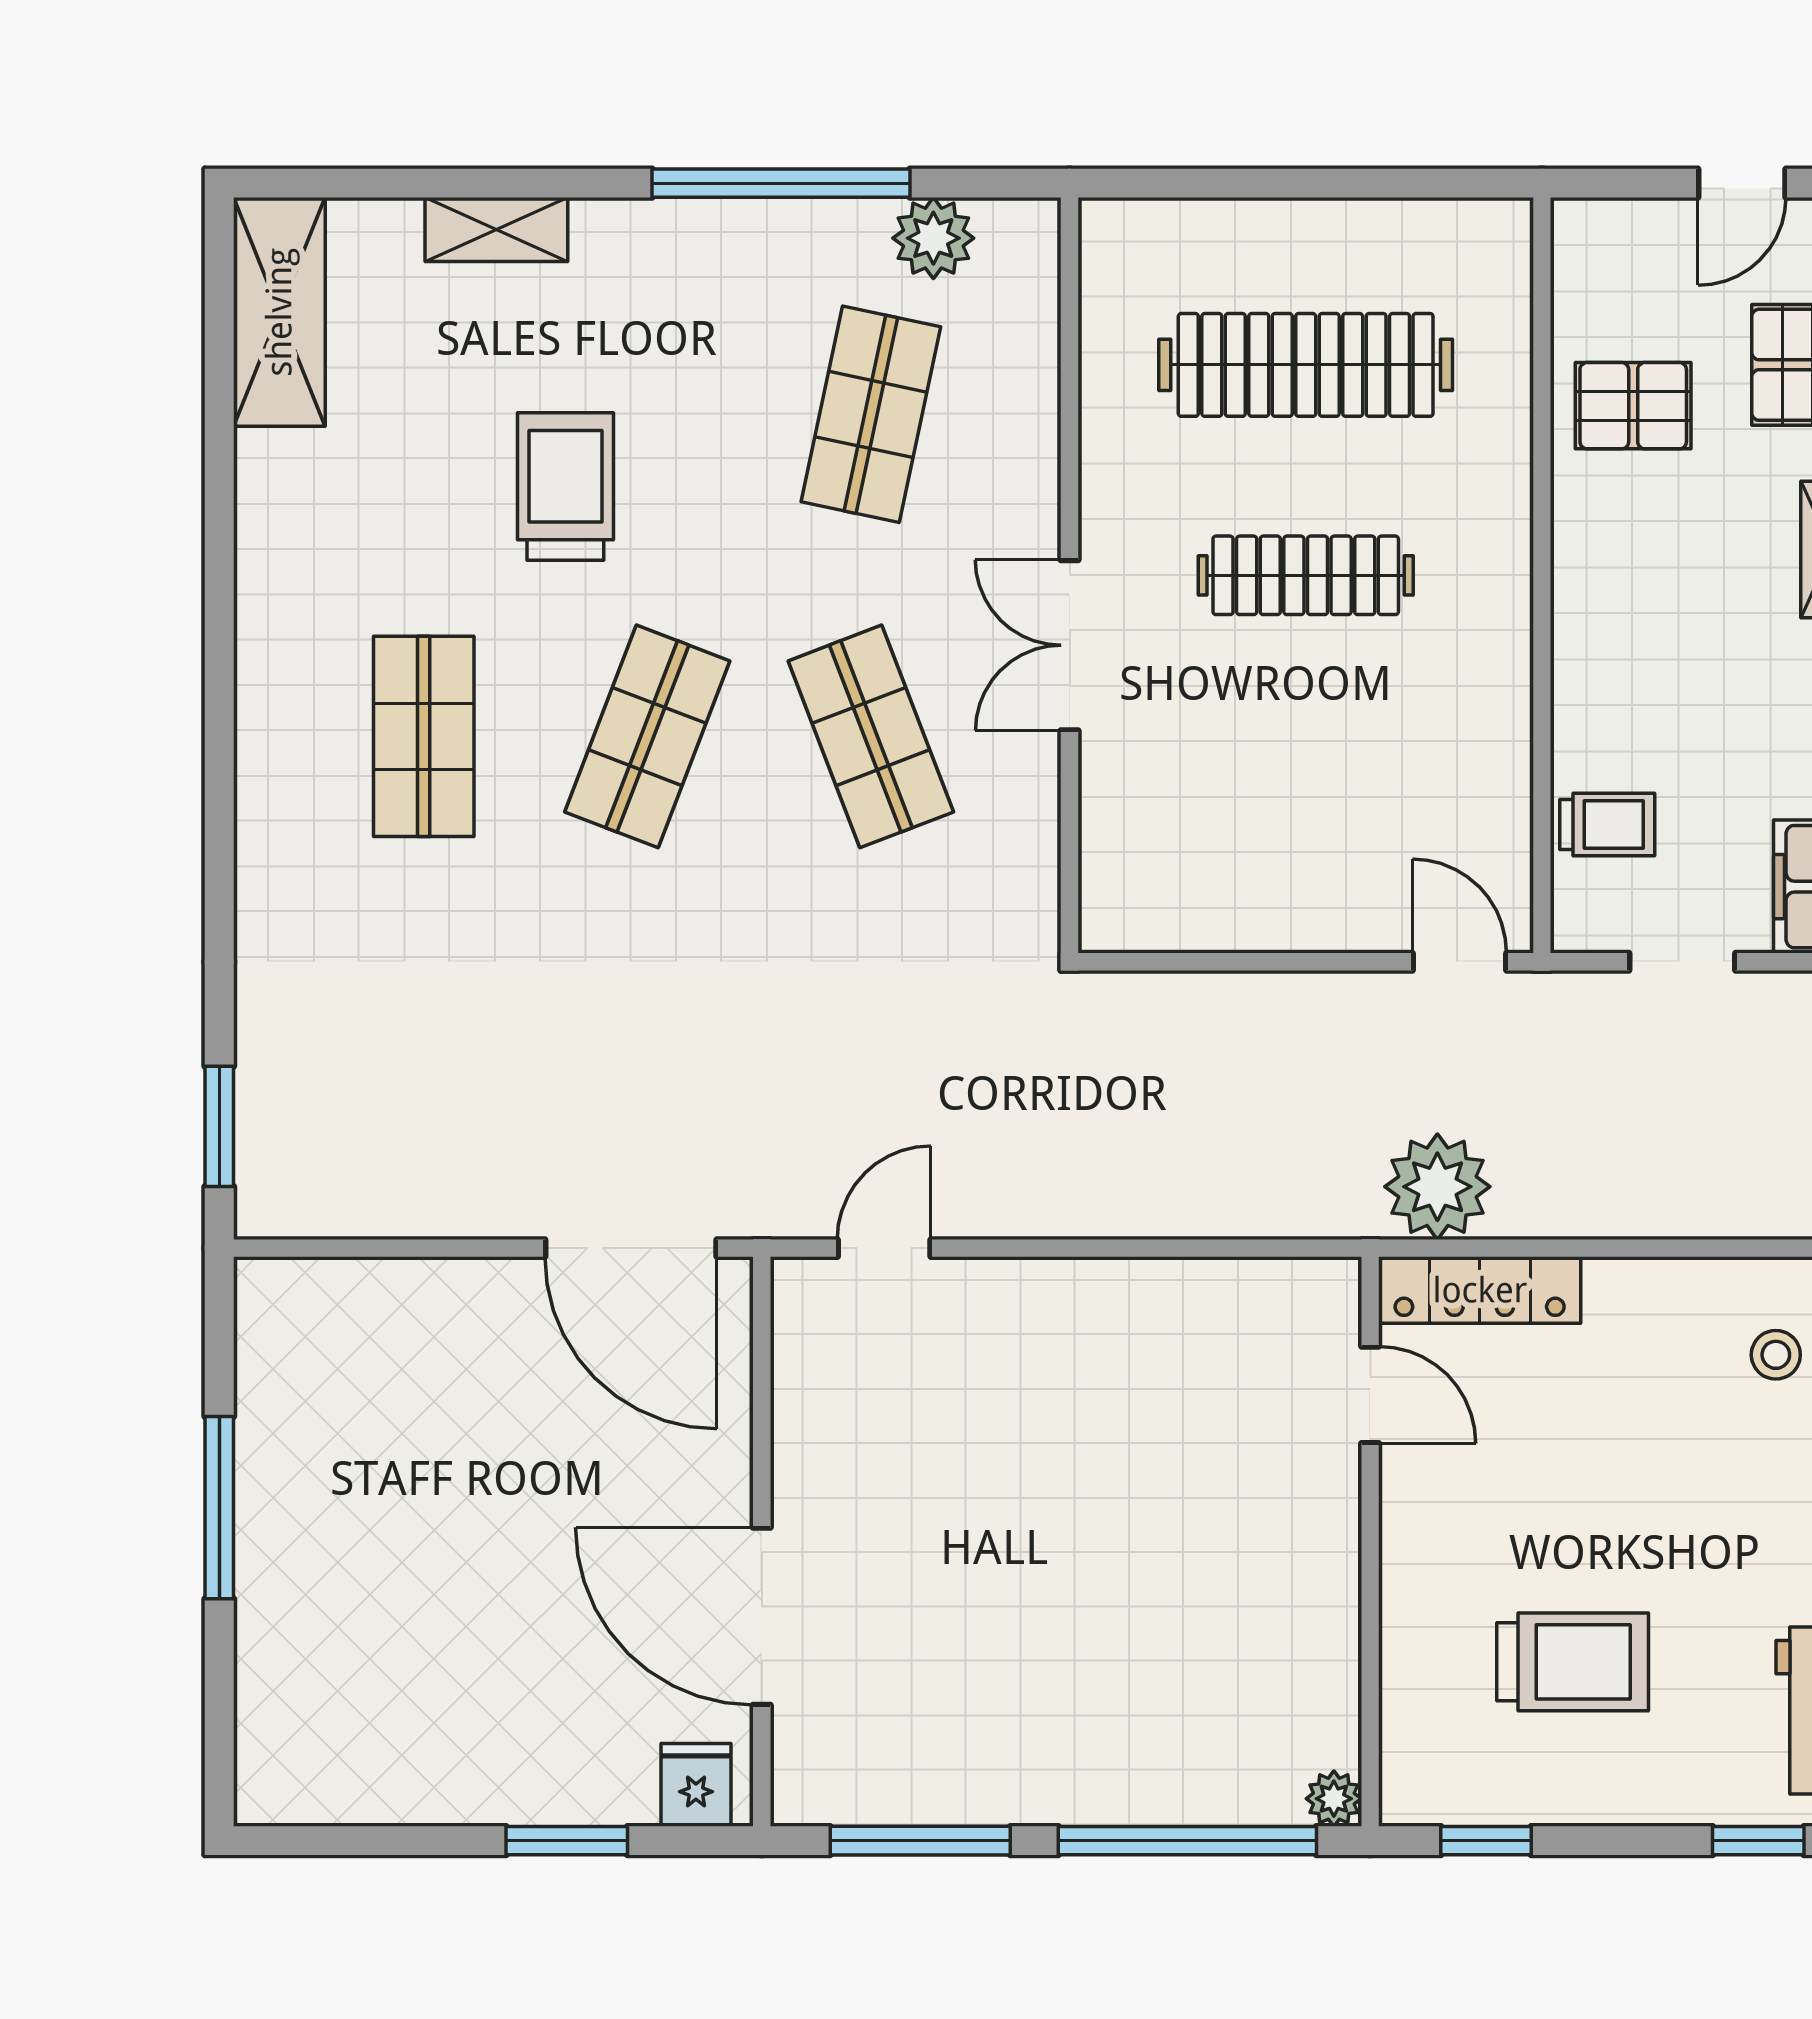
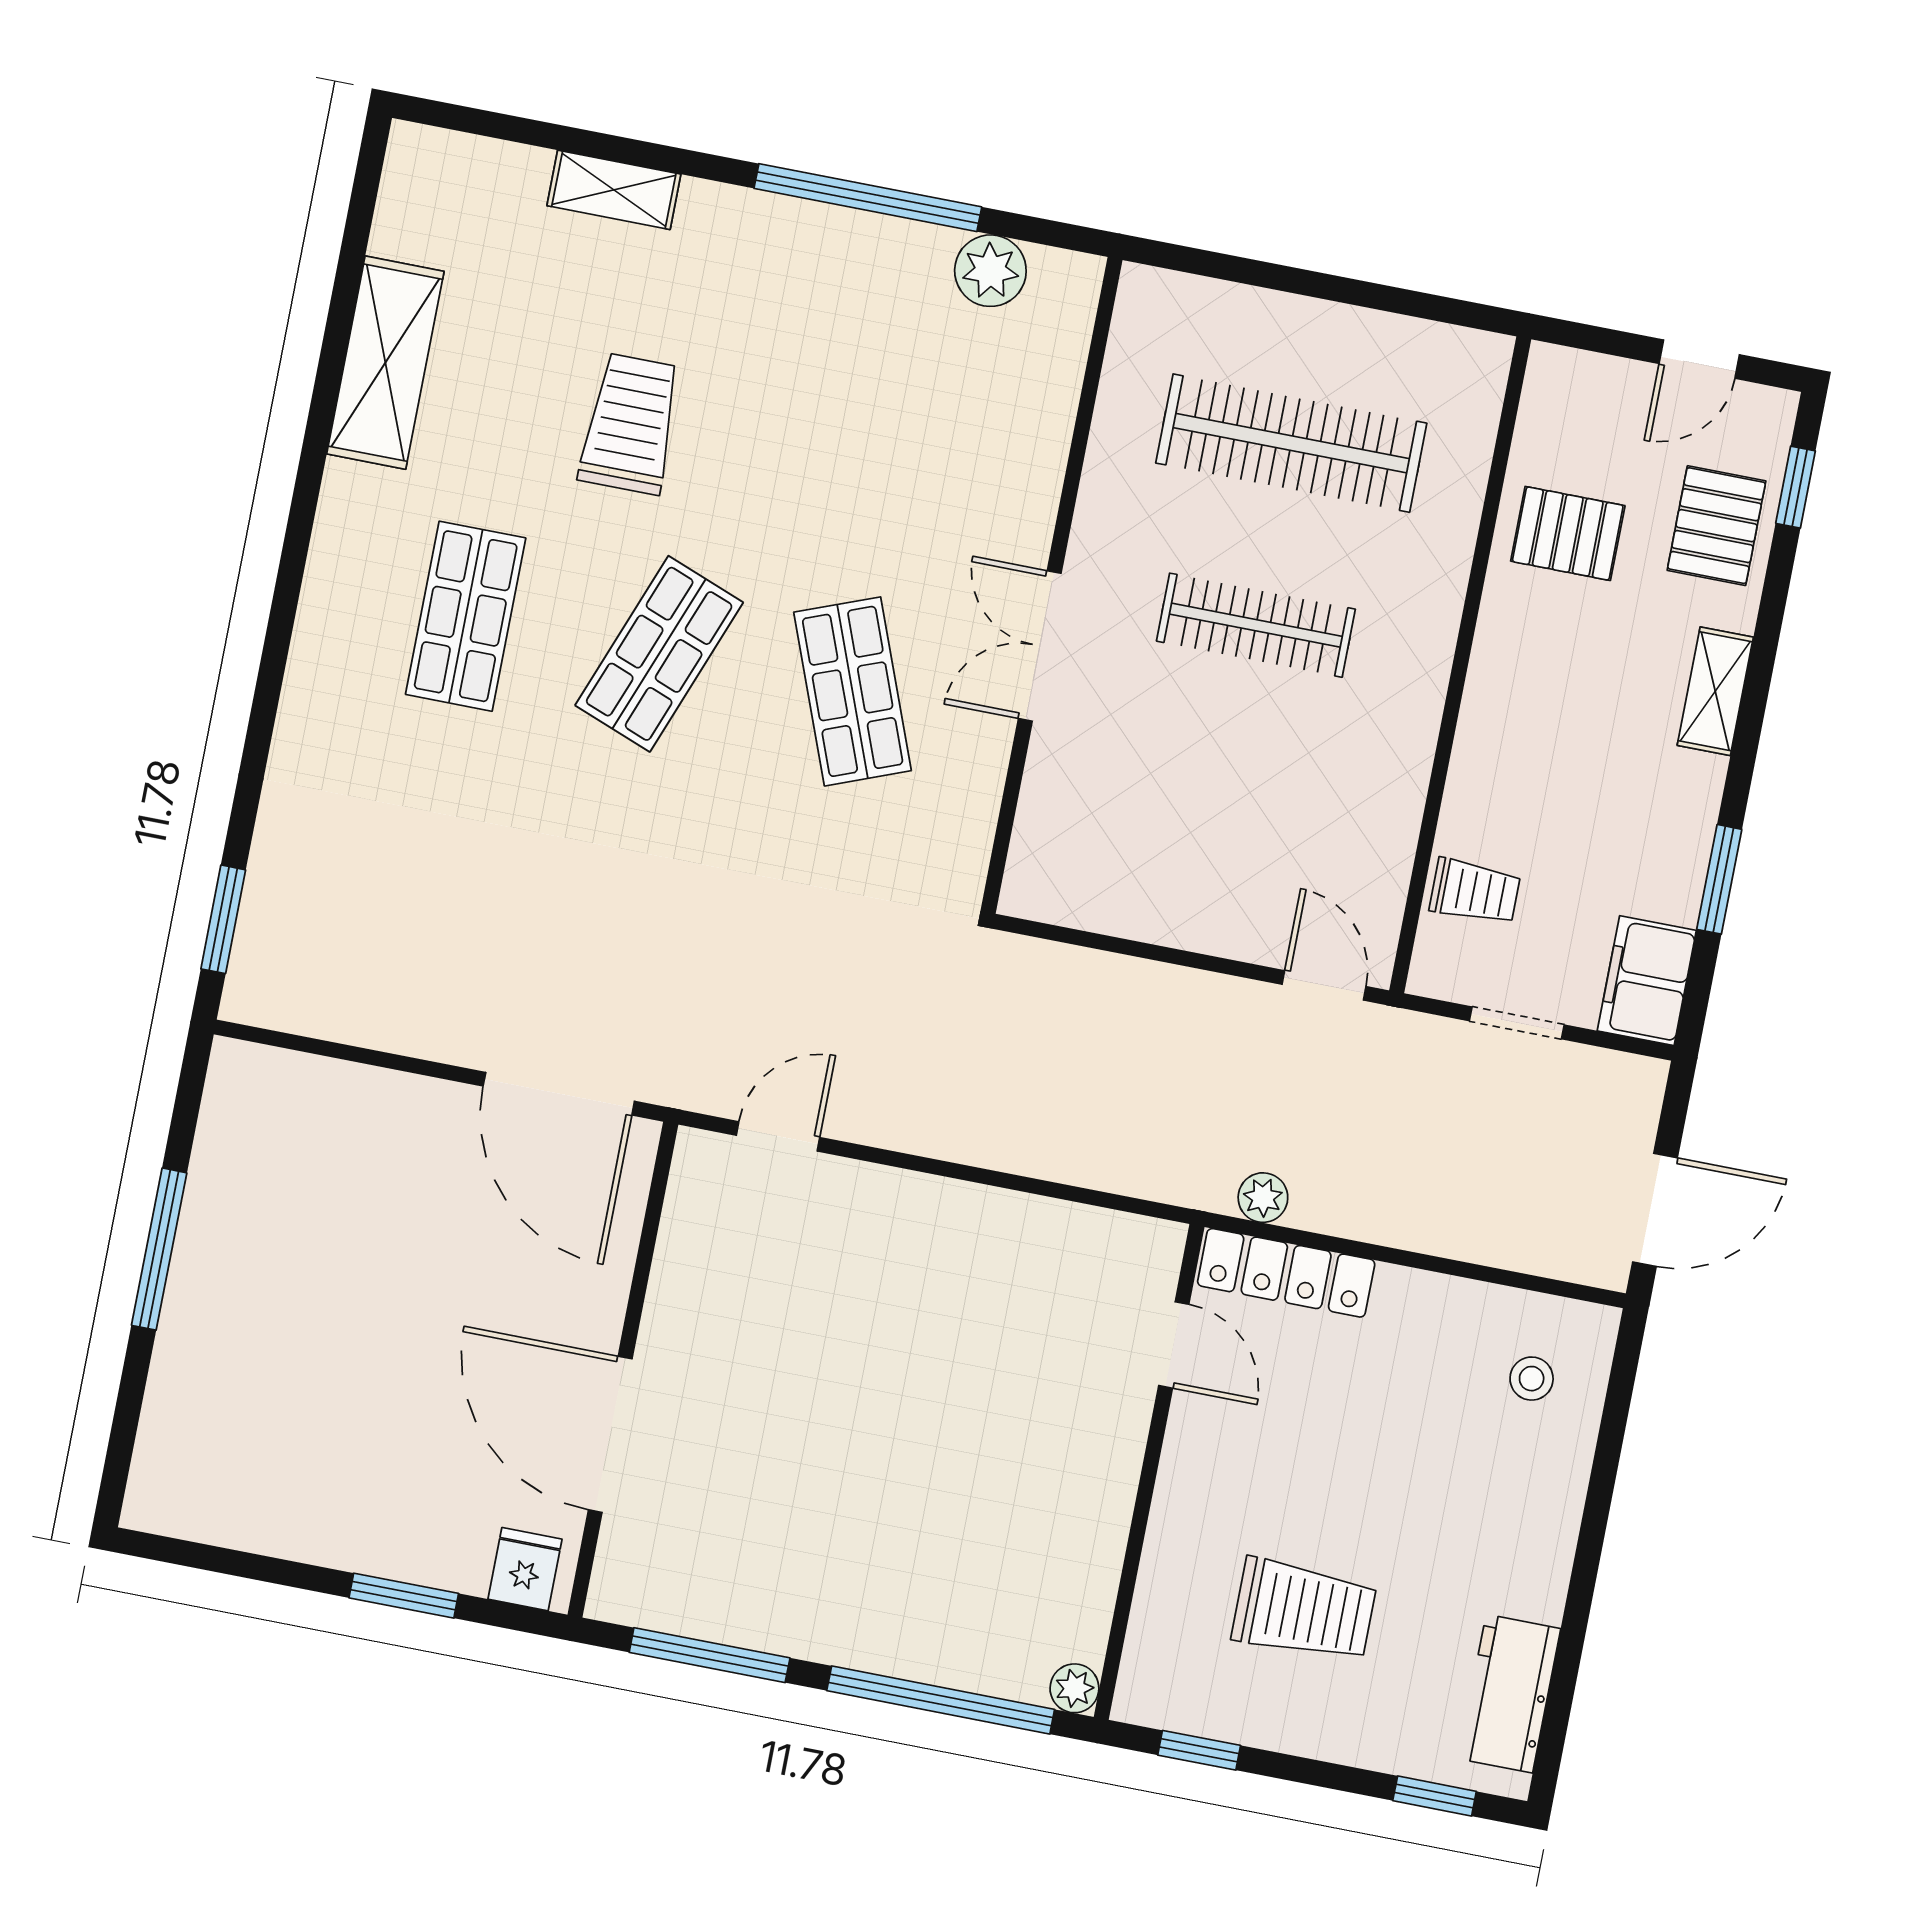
shelving: (279, 312) -> (385, 363), moved
shop shelf: (871, 414) -> (907, 413), removed
plant: (1437, 1187) -> (1263, 1198), width x0.53, depth x0.53

